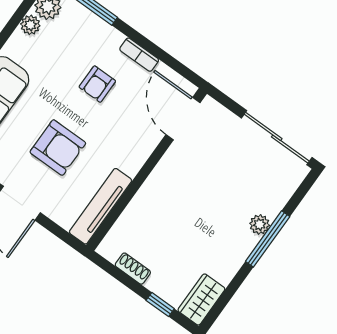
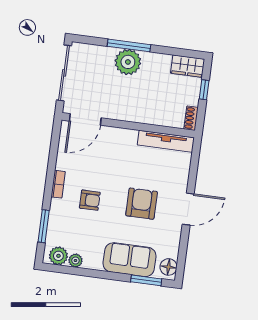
door: (183, 119) -> (85, 119), moved
wall: (146, 169) -> (128, 125), moved
tv unit: (101, 206) -> (166, 141), moved
plant: (260, 224) -> (128, 62), width x1.87, depth x1.87

